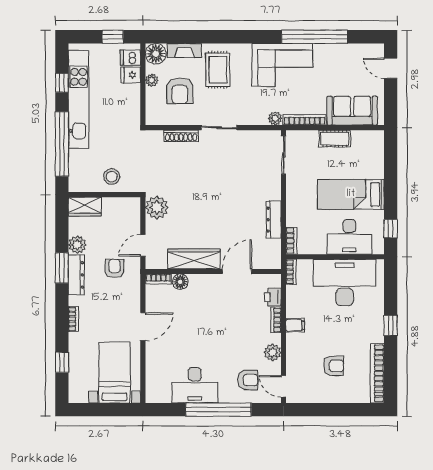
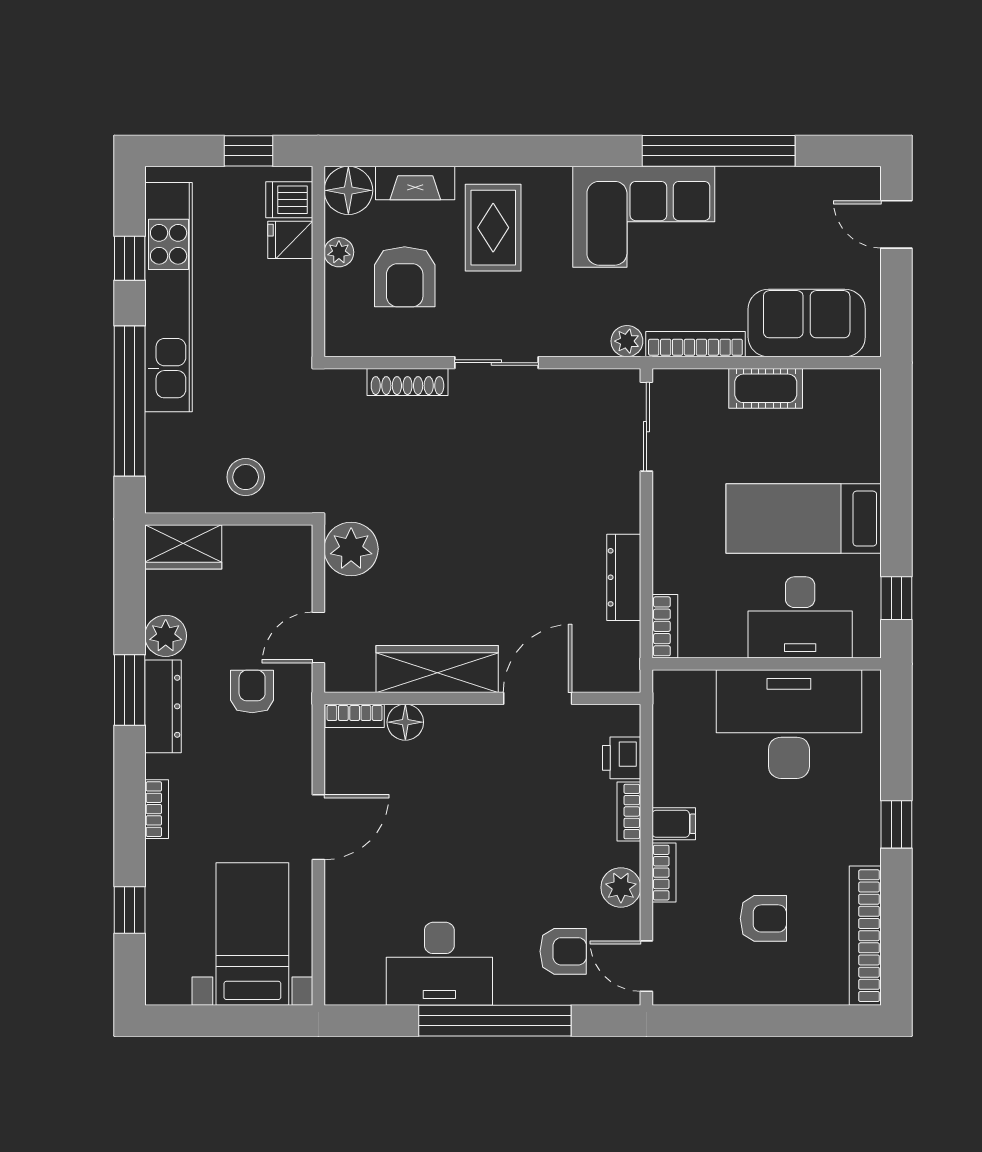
bookcase: (291, 272) -> (664, 873), moved

